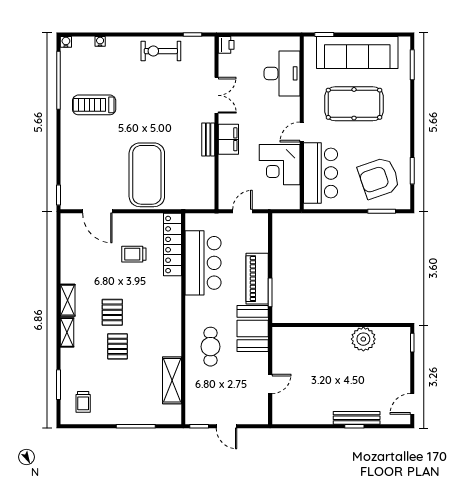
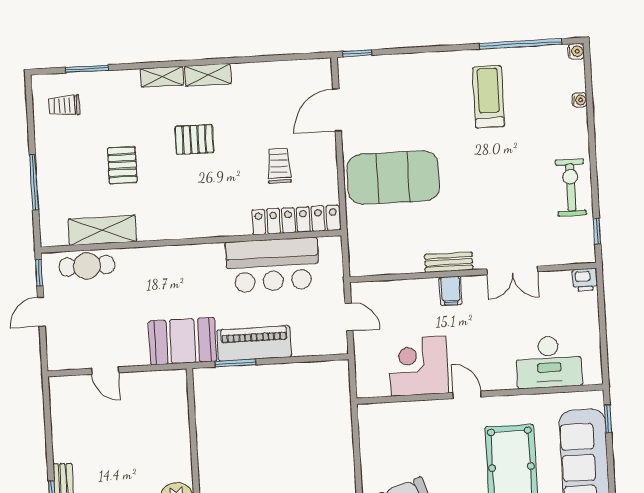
filing cabinet: (228, 139) -> (451, 291), width x0.50
bar counter: (320, 173) -> (410, 425), removed
pallet: (118, 346) -> (122, 165), moved, turned 90
cafe table: (210, 347) -> (87, 266), moved

